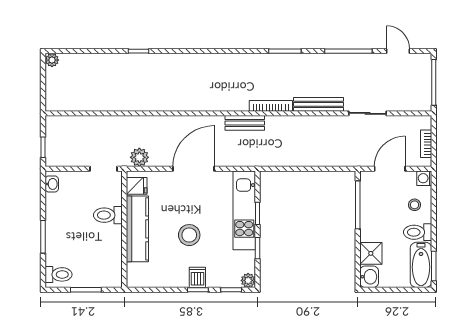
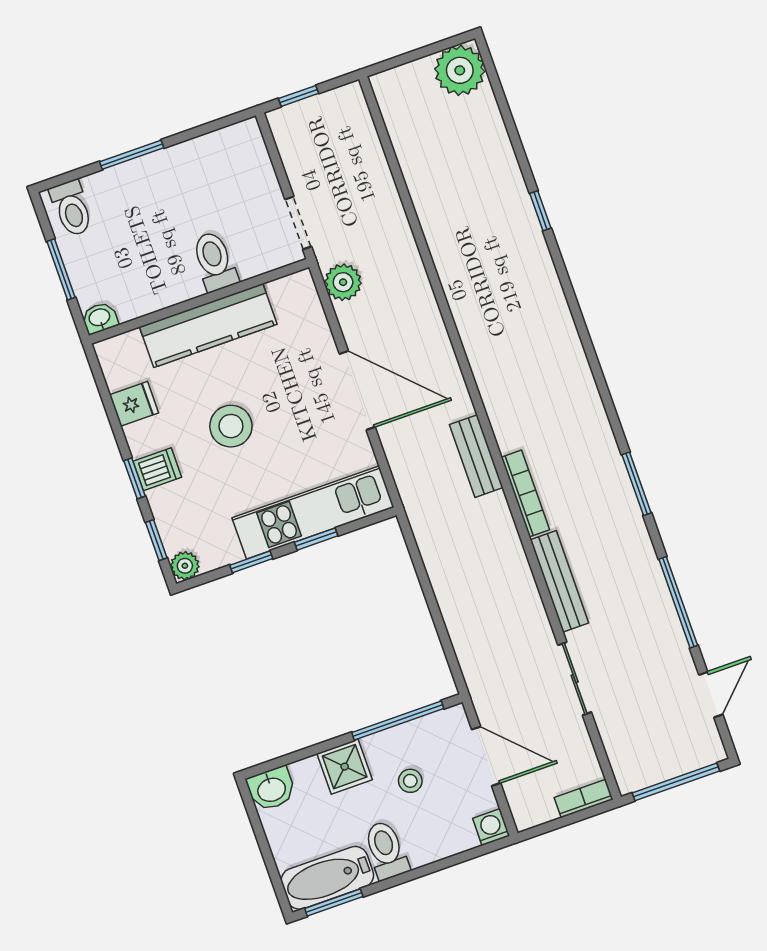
plant: (52, 60) -> (460, 70), width x1.88, depth x1.88
bookcase: (426, 144) -> (584, 798), moved
washbasin: (52, 184) -> (100, 318), moved, turned 180
fridge: (137, 186) -> (134, 404), moved, turned -90
stool: (415, 205) -> (410, 781), moved
shower: (371, 253) -> (345, 767), moved

